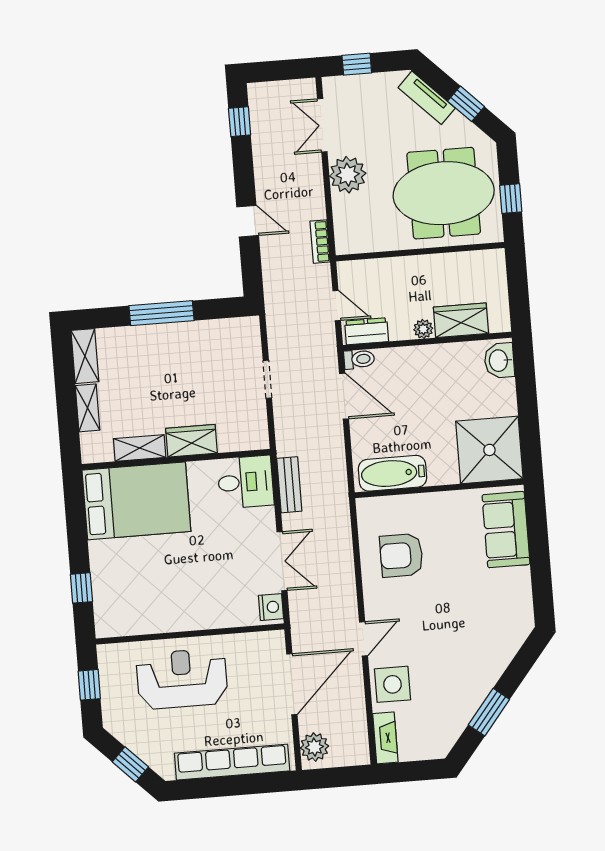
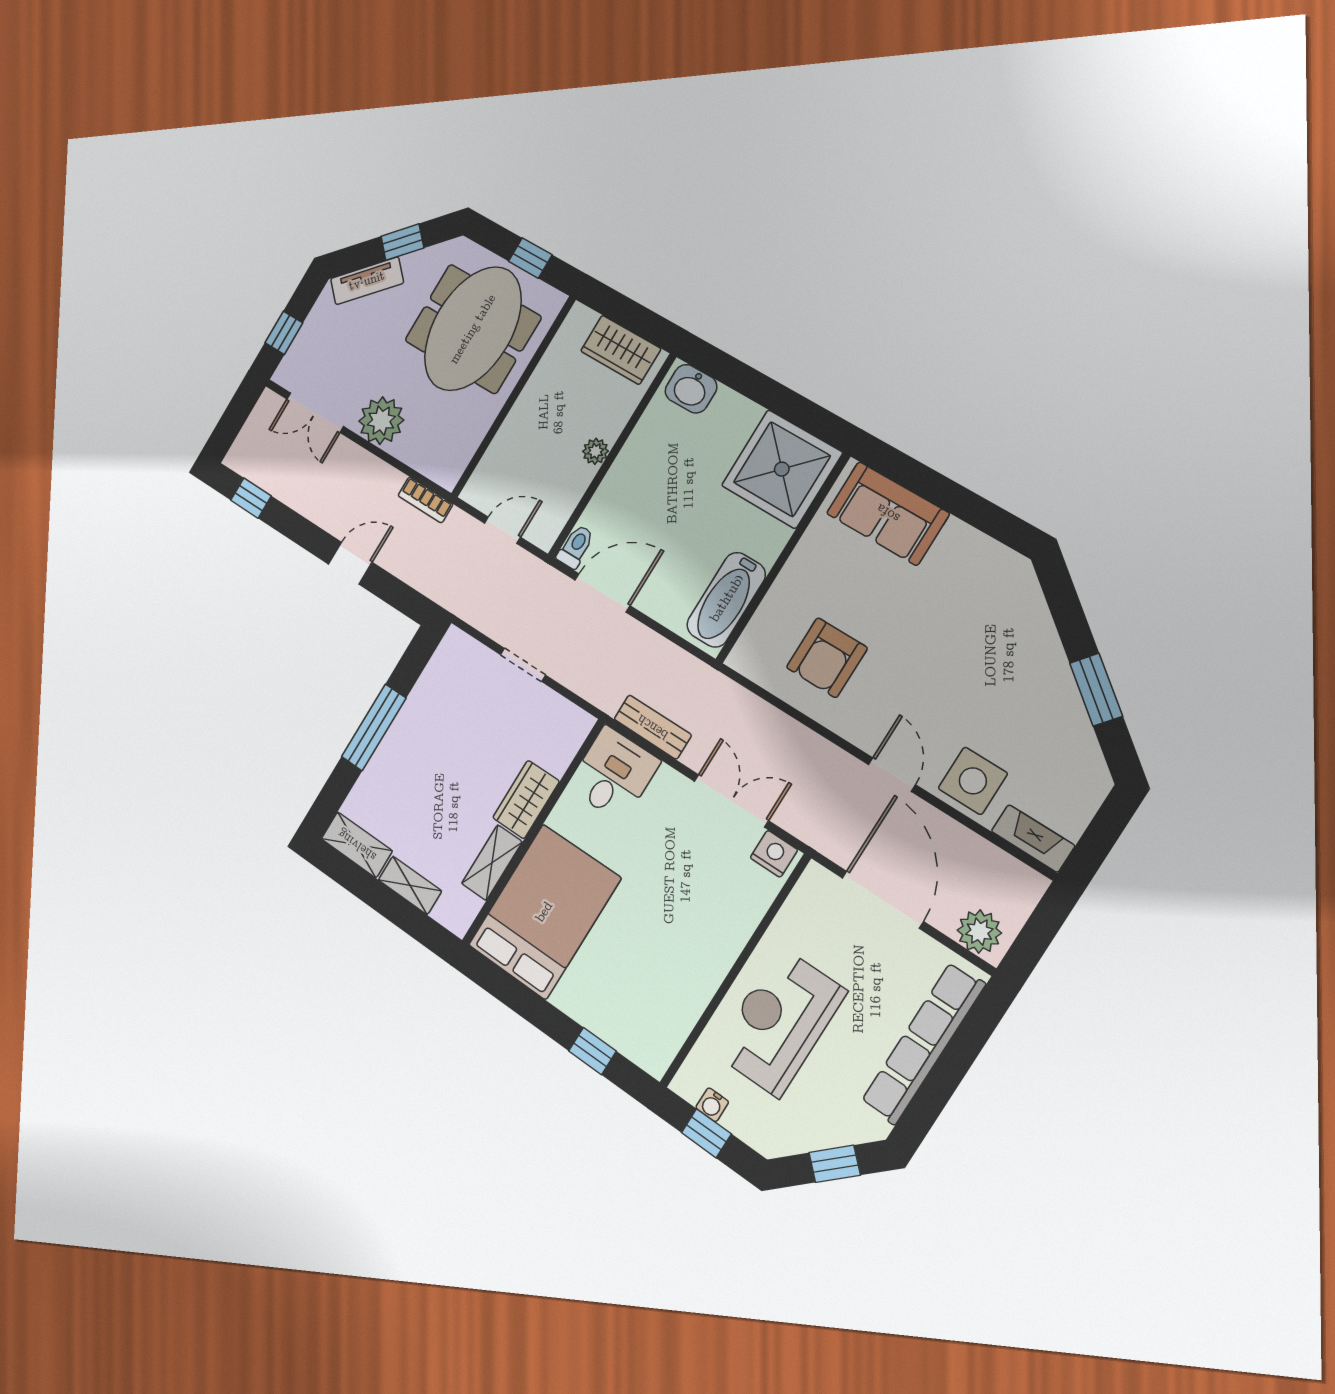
wardrobe: (461, 320) -> (621, 350), moved, turned -90
dresser: (367, 331) -> (552, 517), removed
water cooler: (107, 676) -> (712, 1105), added

